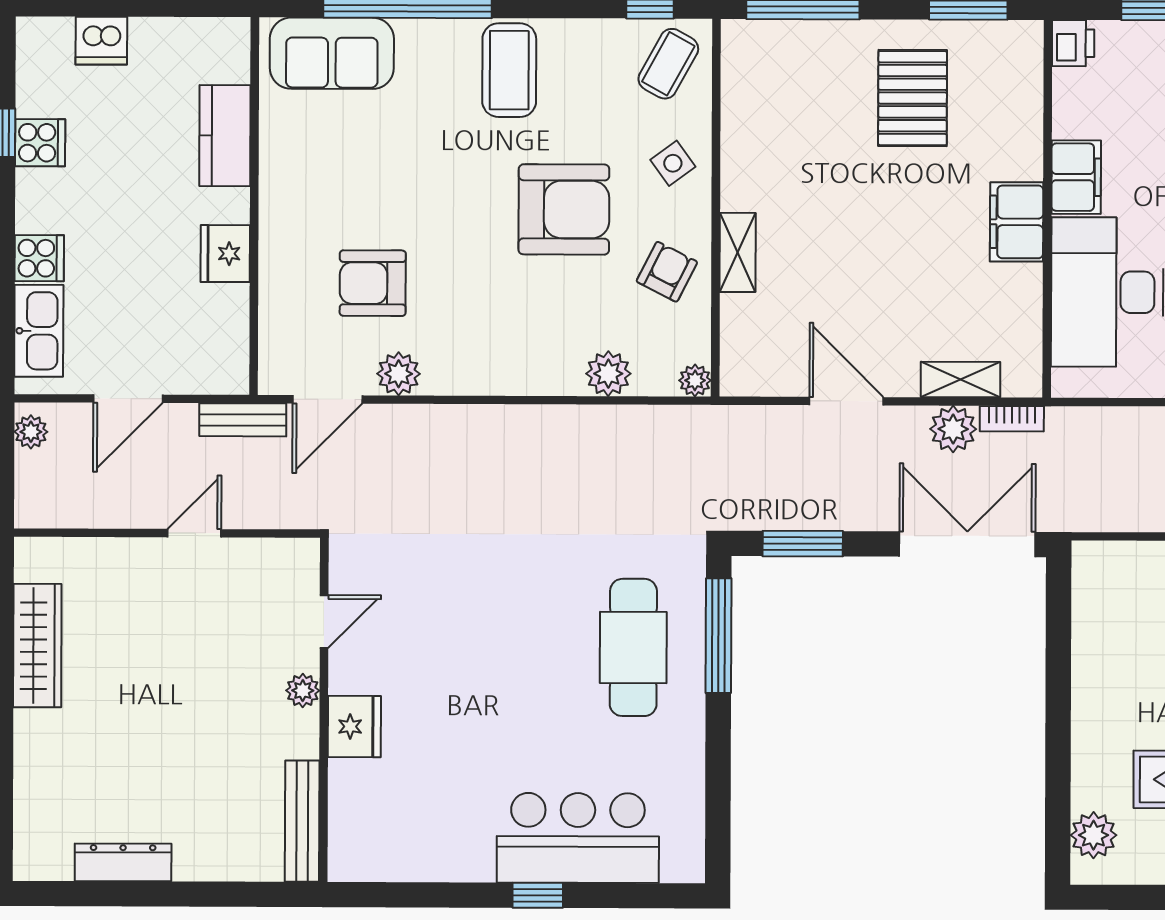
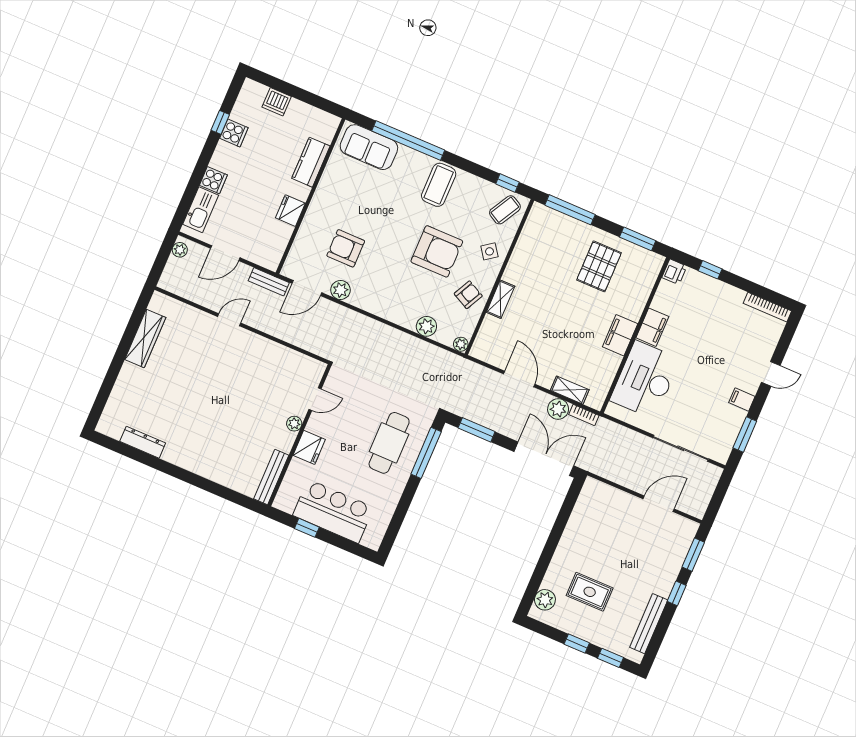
door: (324, 622) -> (315, 399), moved
plant: (303, 691) -> (294, 424), moved
wall: (324, 710) -> (299, 435), moved
fridge: (354, 726) -> (309, 447), moved
bench: (302, 821) -> (271, 477), moved

